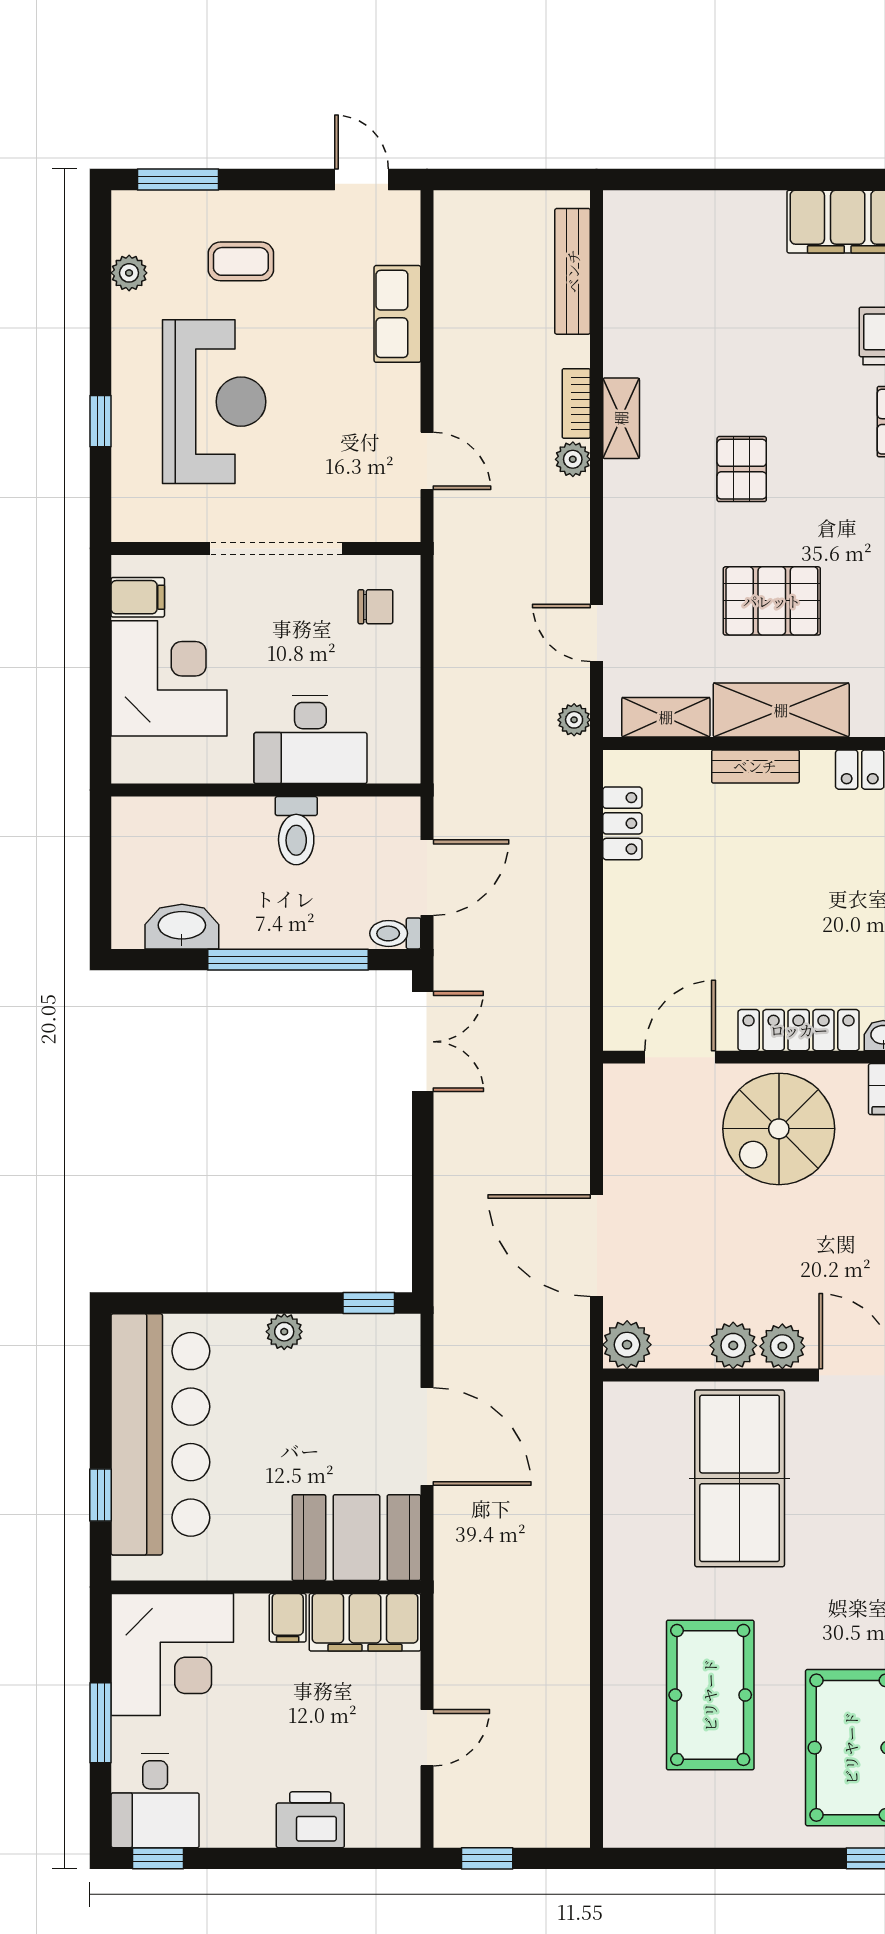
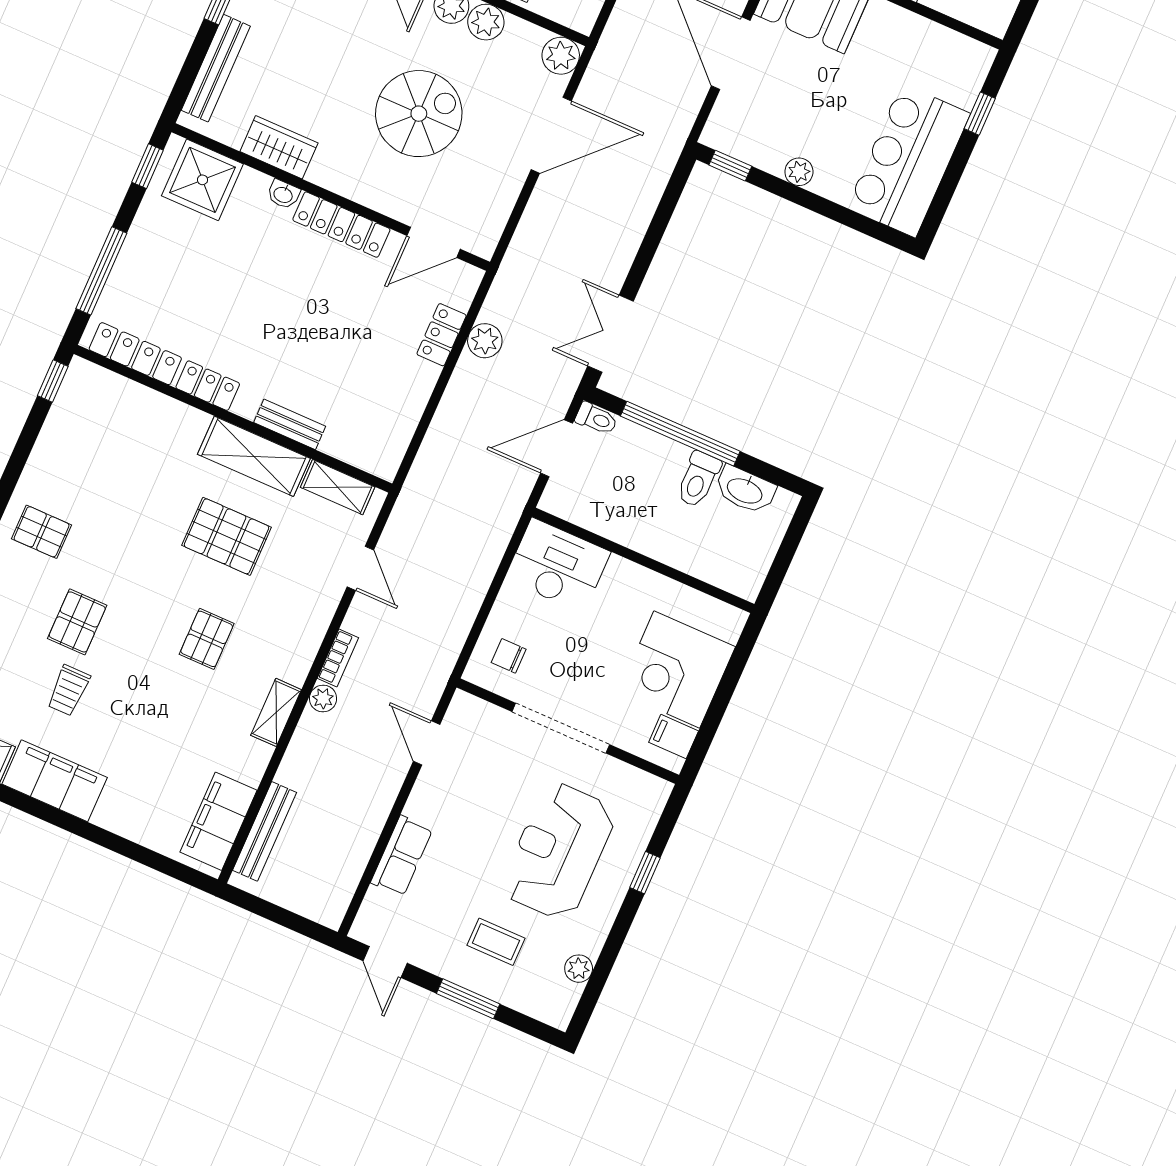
window: (178, 180) -> (468, 999), moved
filing cabinet: (632, 259) -> (219, 821), added
bookcase: (576, 403) -> (338, 658), moved
plant: (574, 720) -> (485, 341), moved, width x1.38, depth x1.38
desk: (310, 739) -> (558, 565), moved
locker: (622, 823) -> (442, 335), moved
toilet: (296, 831) -> (698, 479), moved, turned 180
spiral stairs: (779, 1129) -> (419, 114), moved
door: (597, 1246) -> (551, 135), hinge flipped
bar counter: (160, 1434) -> (909, 161), width x0.73

